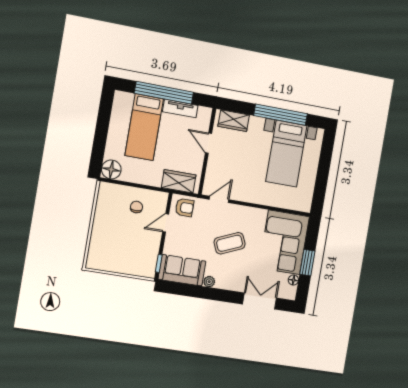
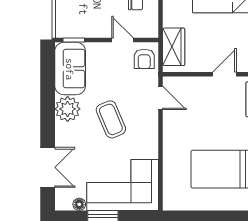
plant: (209, 282) -> (68, 109), width x1.88, depth x1.88

